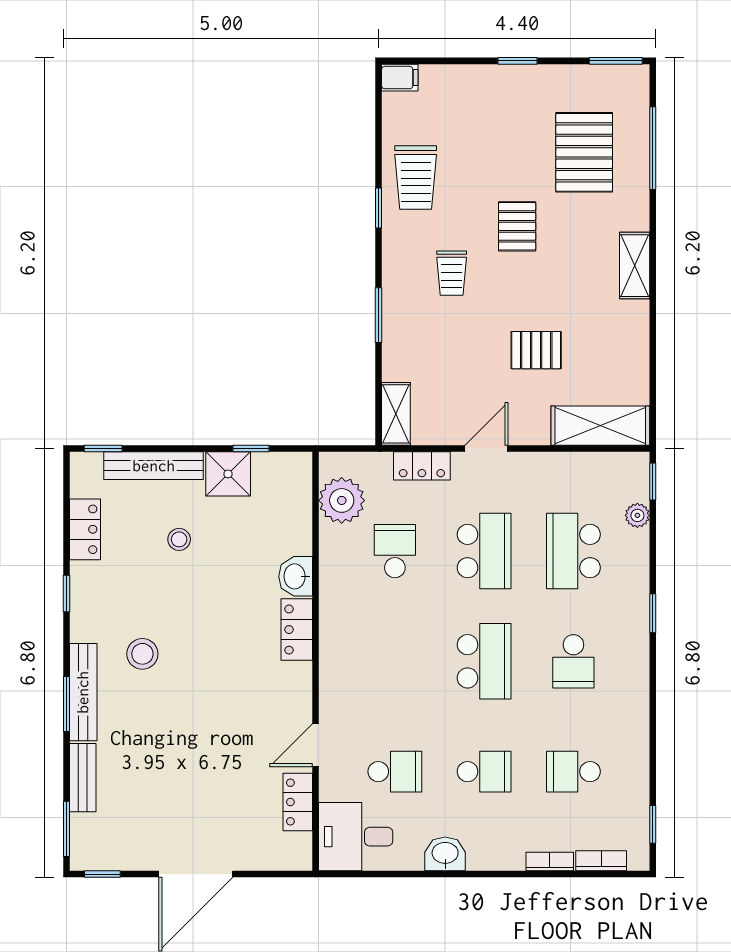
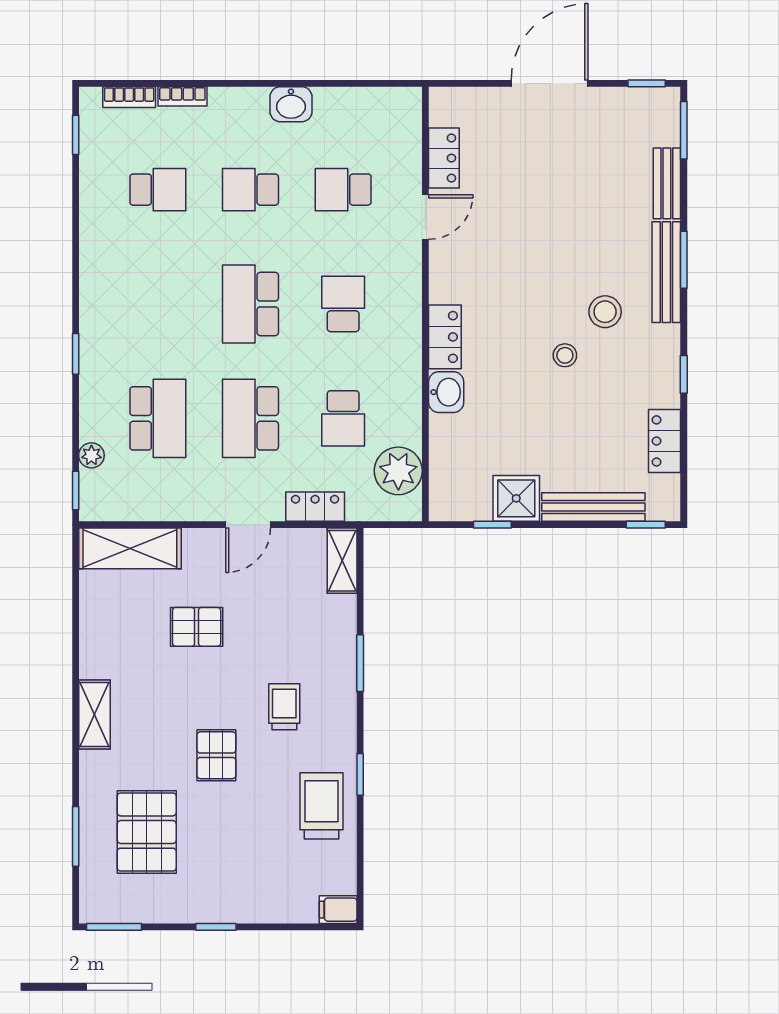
window: (653, 148) -> (76, 836), width x0.69
stool: (179, 539) -> (565, 355), moved
school desk: (573, 661) -> (343, 304), moved
desk: (356, 837) -> (384, 122), removed

